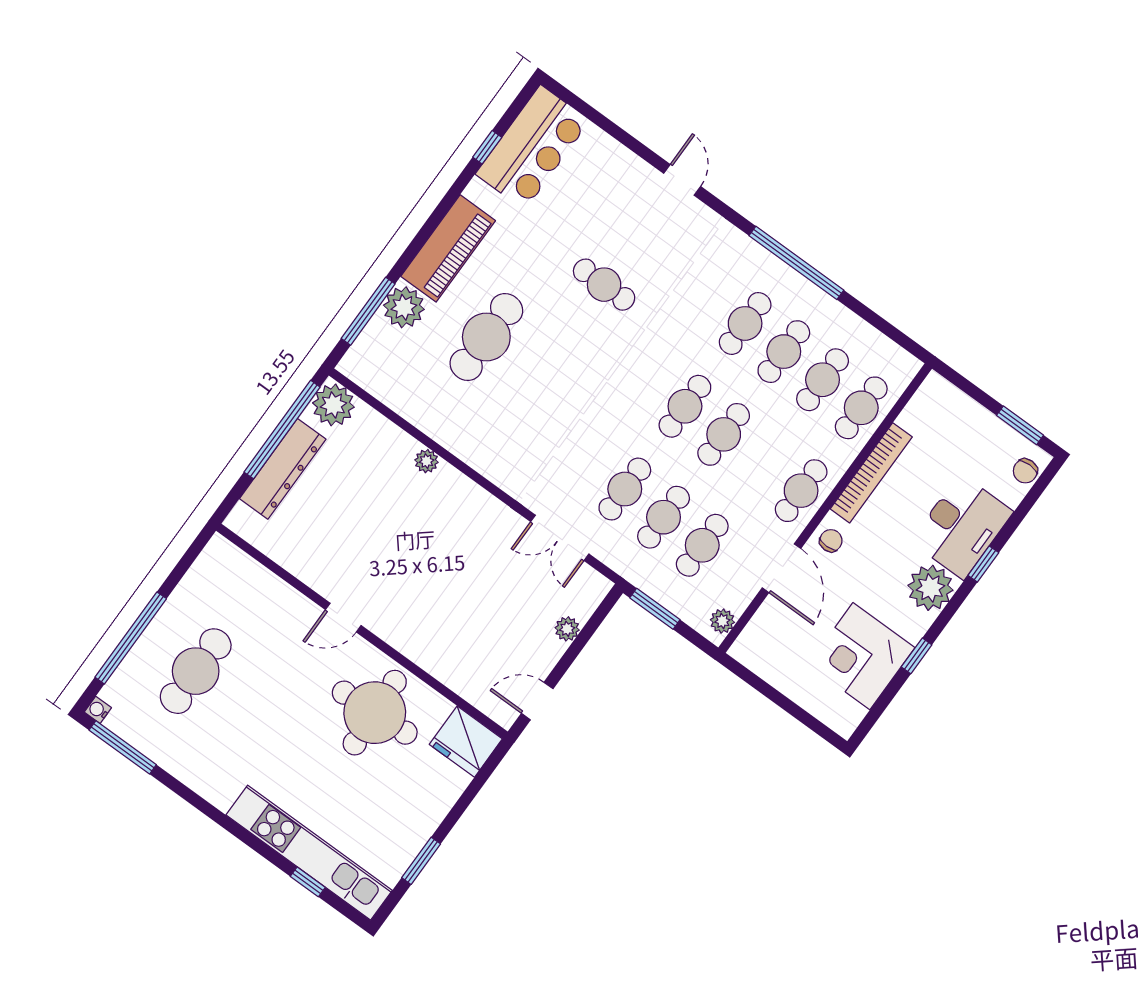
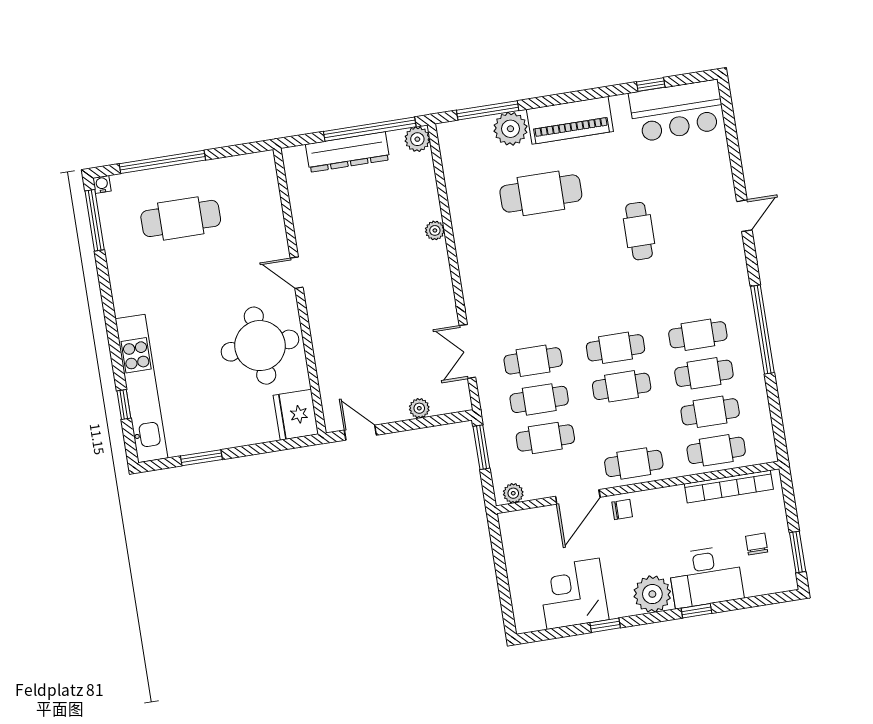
plant: (333, 405) -> (417, 139), width x0.73, depth x0.73
chair: (1025, 471) -> (757, 544), moved, turned 90
bookcase: (871, 473) -> (729, 487), moved

